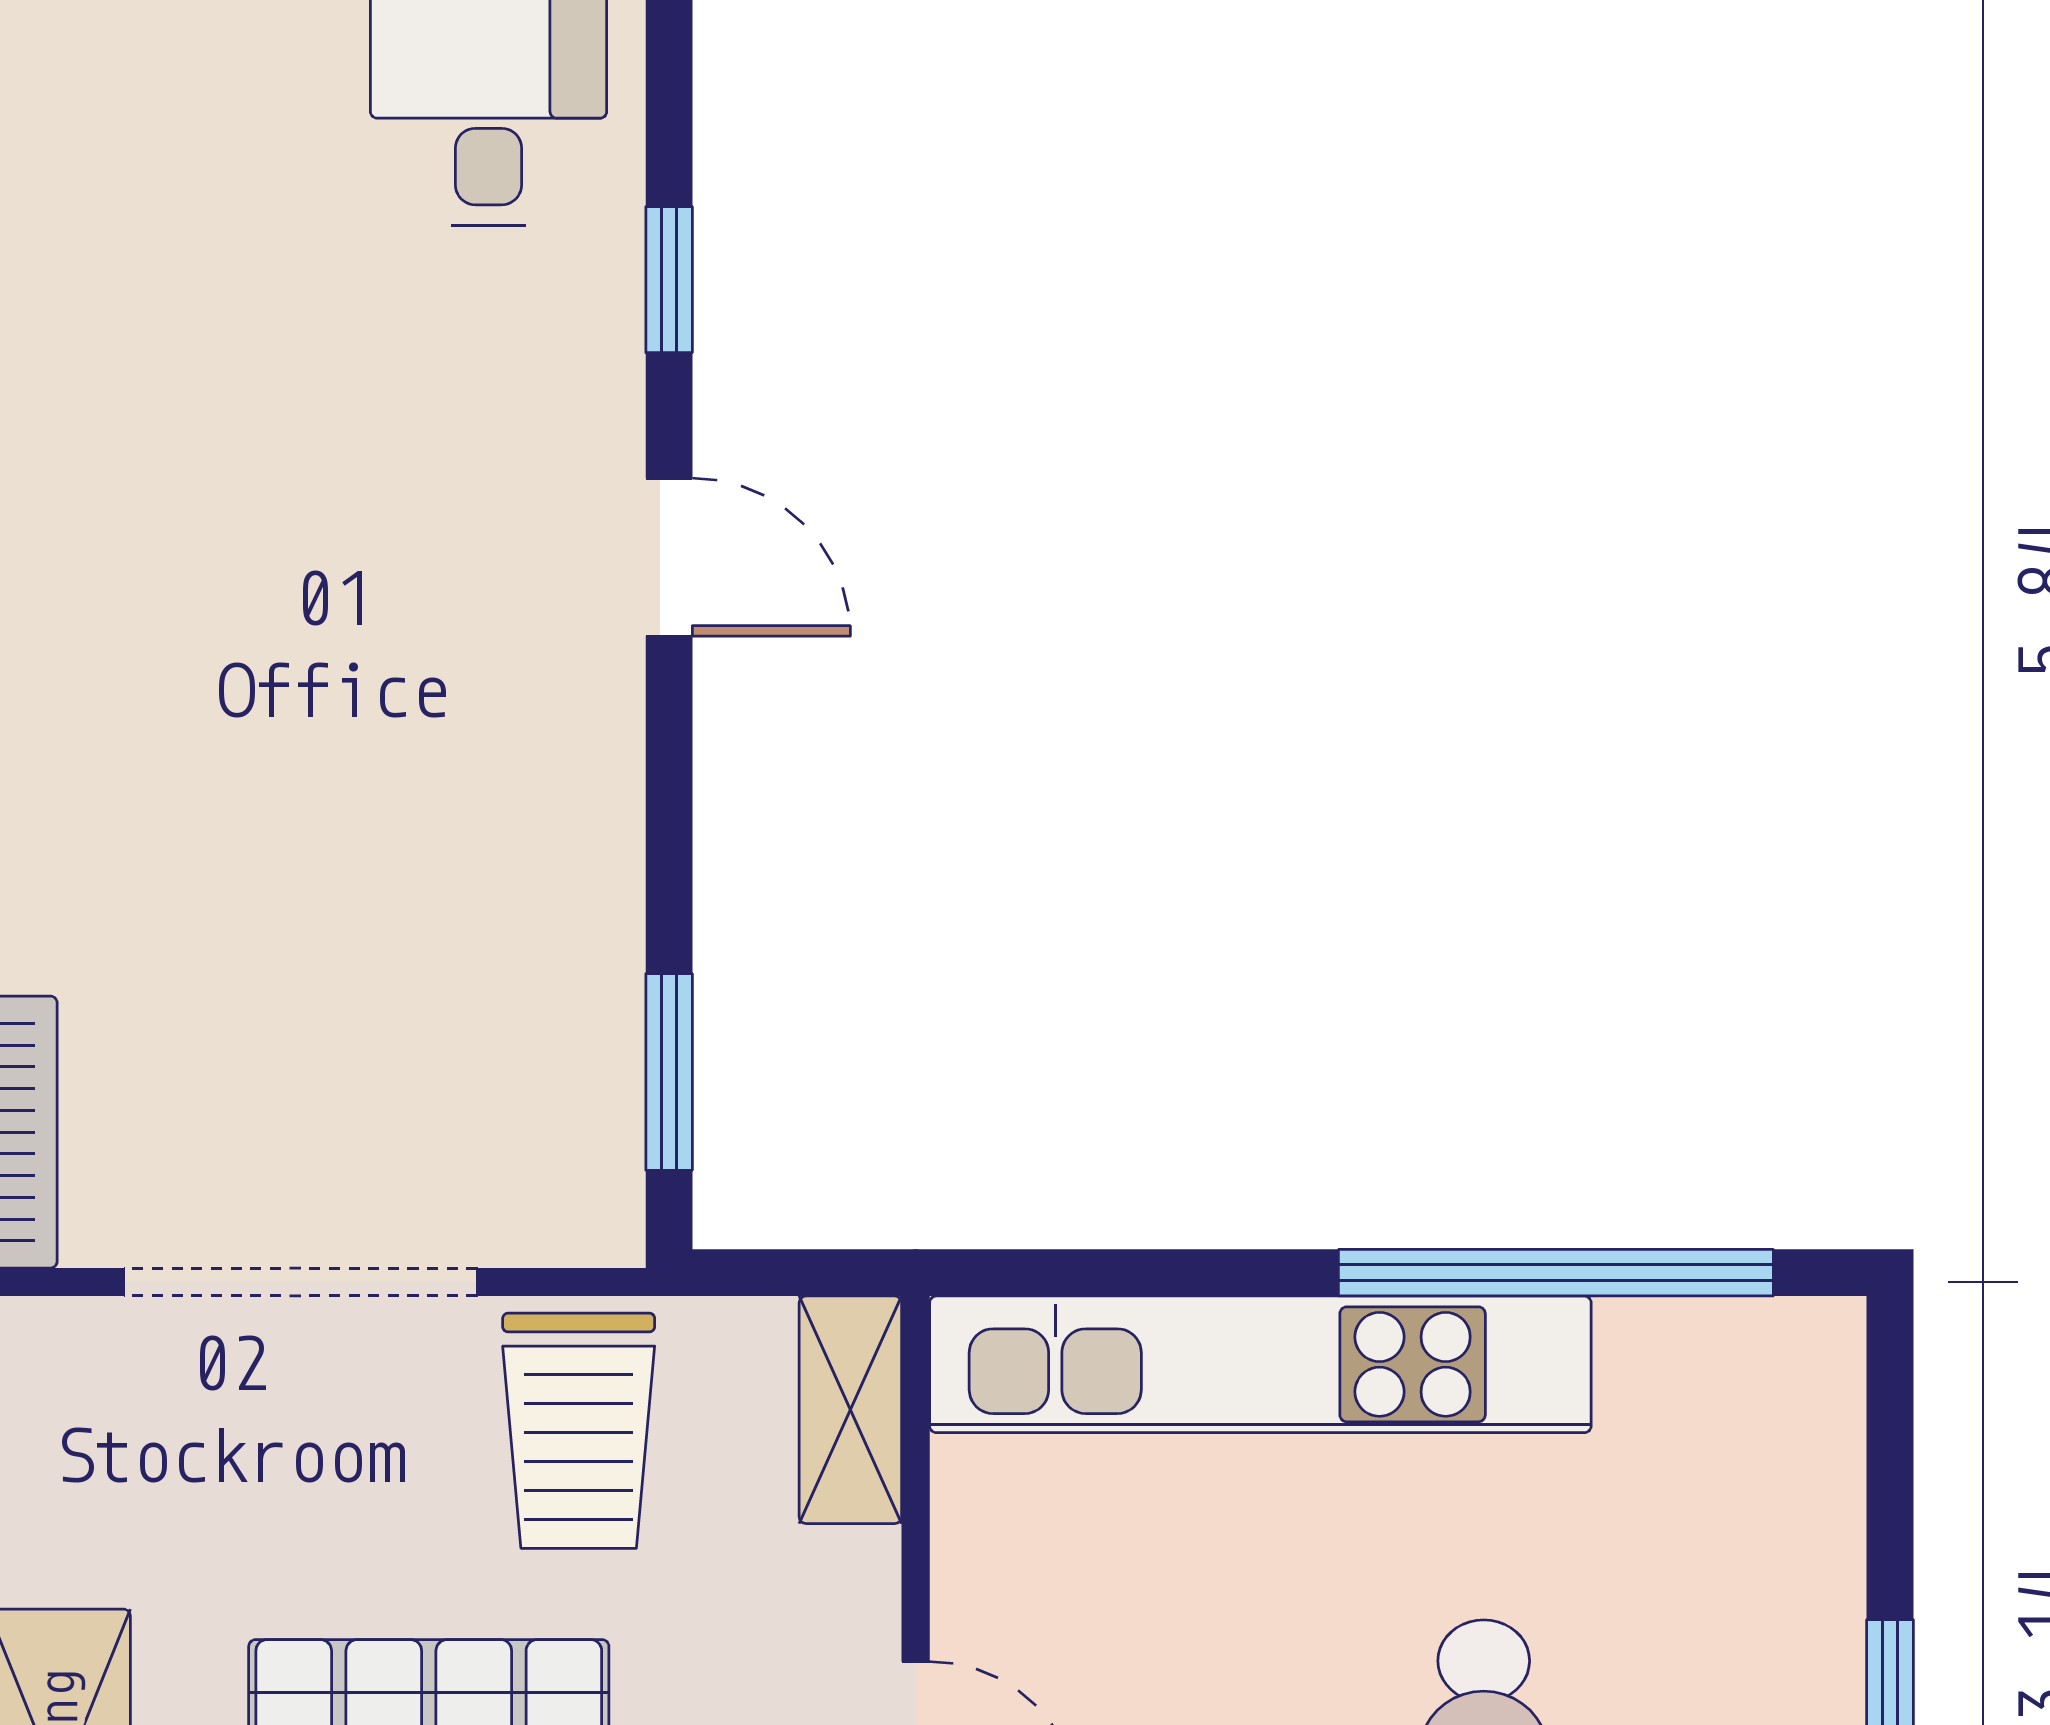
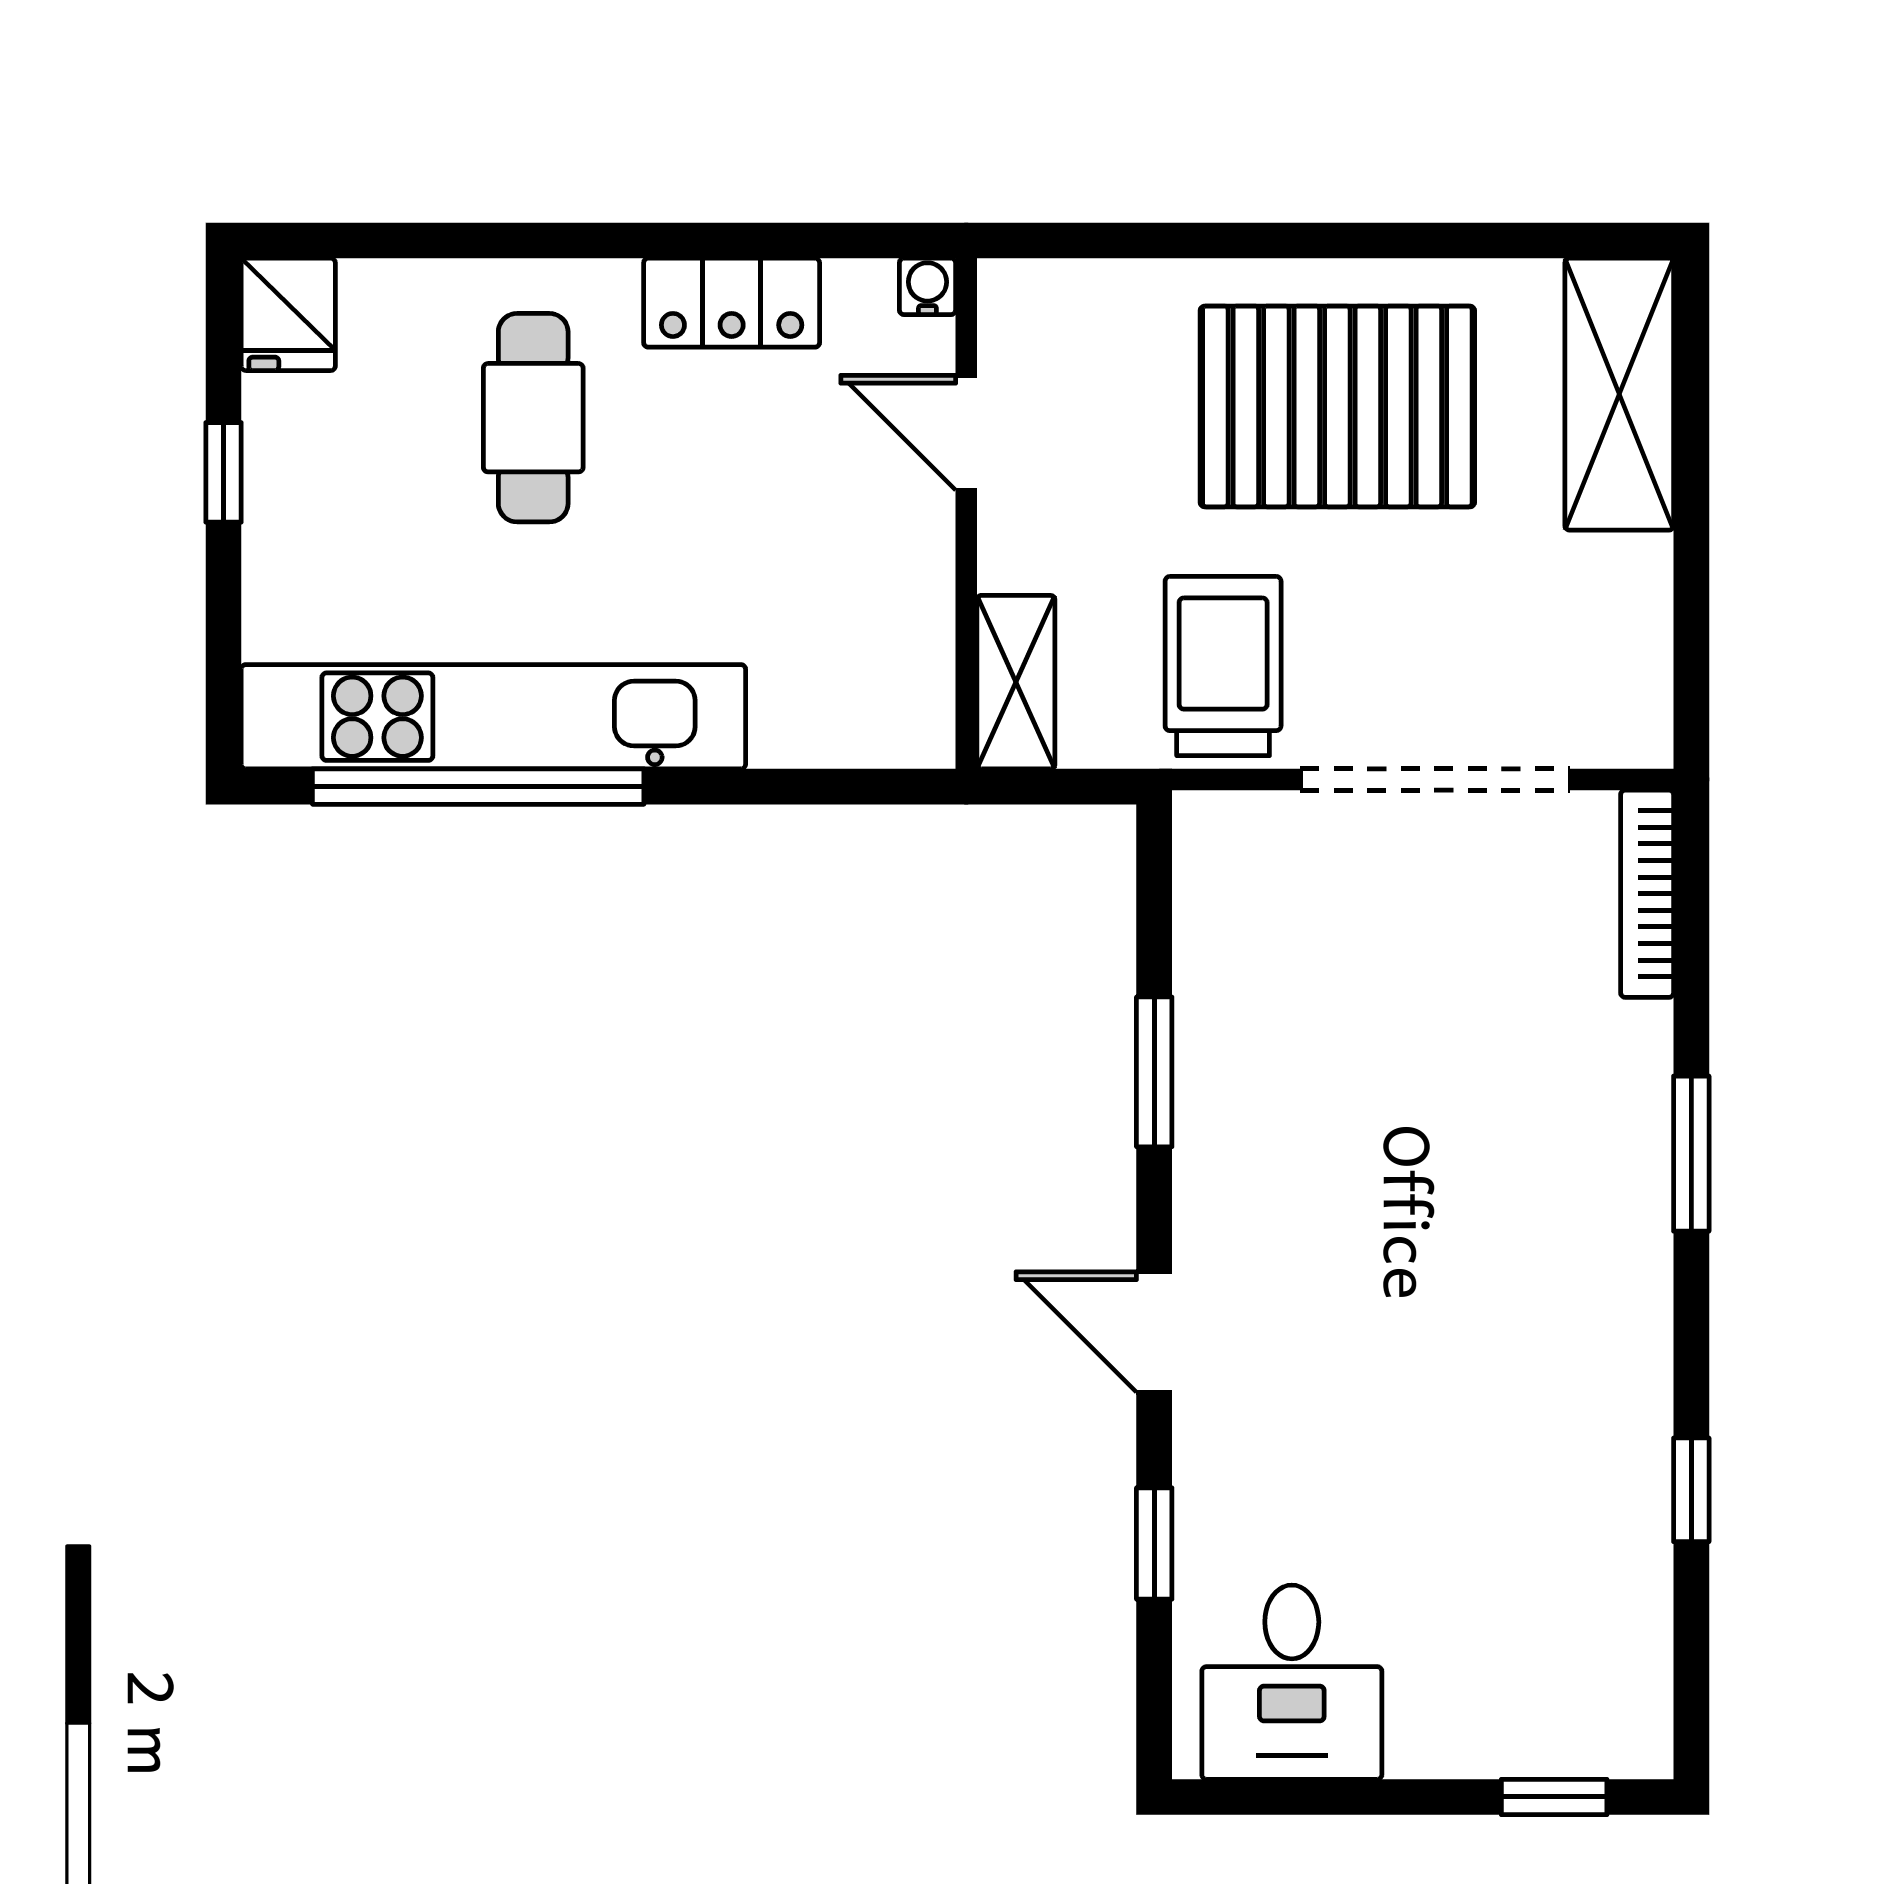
window: (669, 1072) -> (1154, 1072), moved
kitchen unit: (1260, 1364) -> (493, 717), moved

